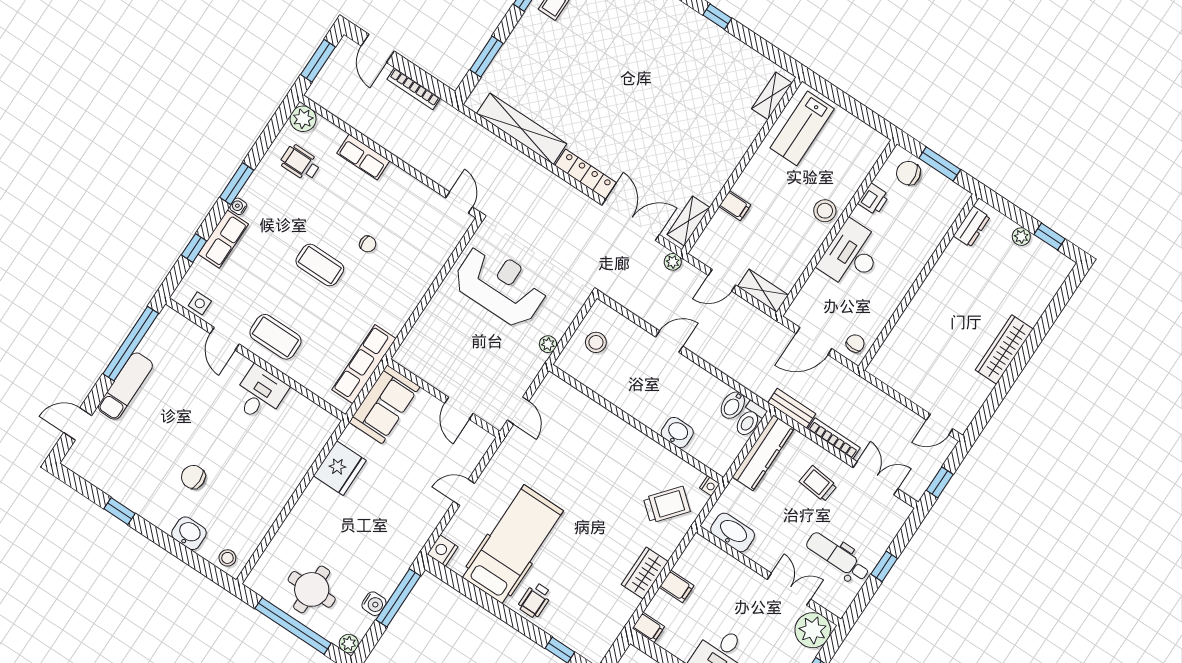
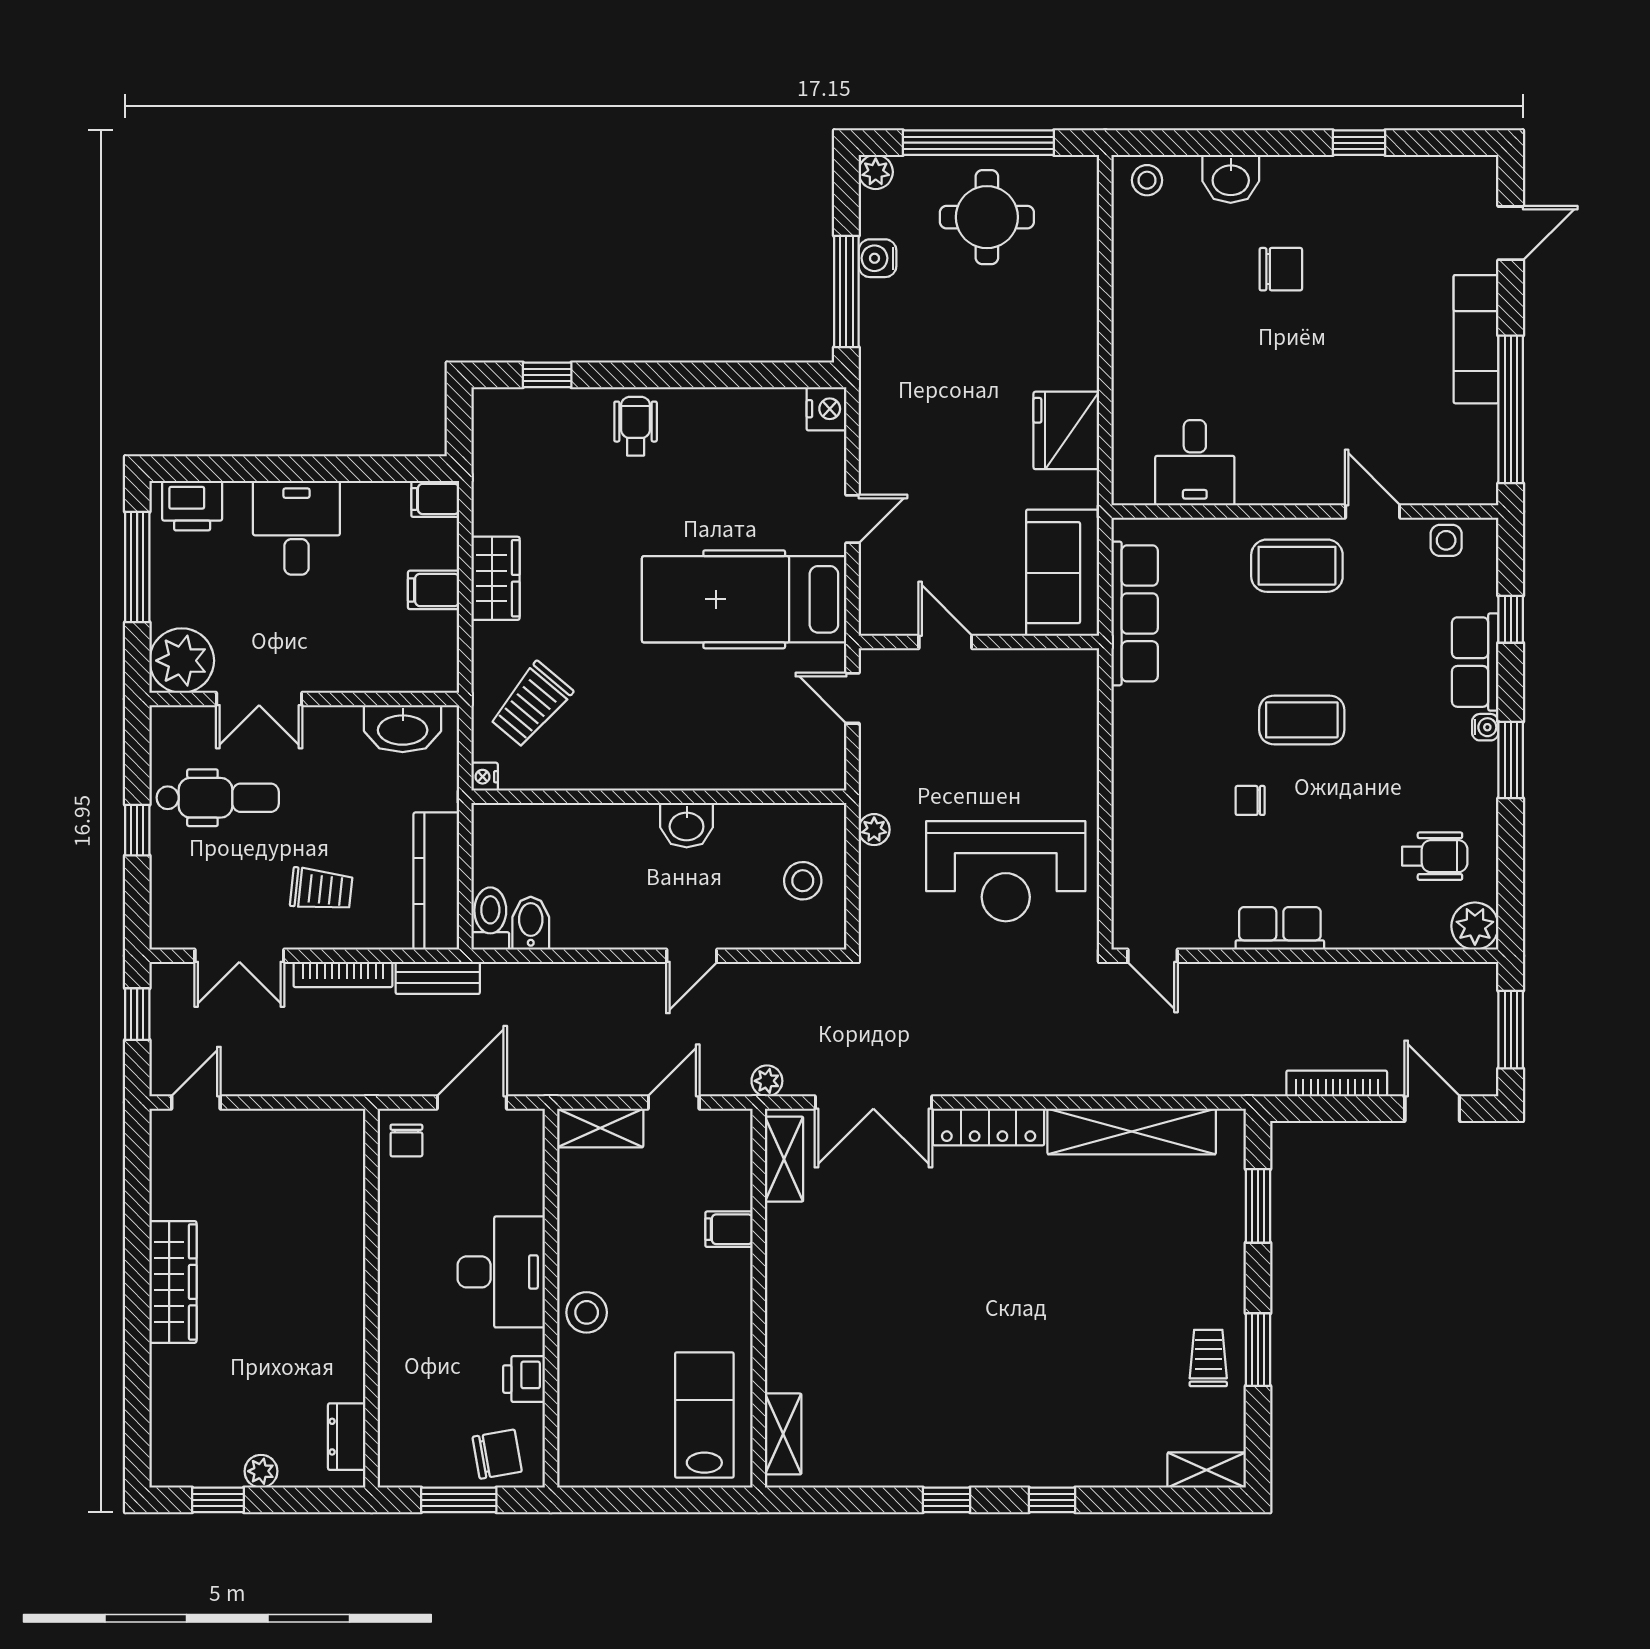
row of seats: (363, 157) -> (1280, 928), moved
desk: (260, 394) -> (1195, 463), moved
washbasin: (677, 433) -> (687, 825), moved
hospital bed: (513, 544) -> (744, 599), moved, turned 90

